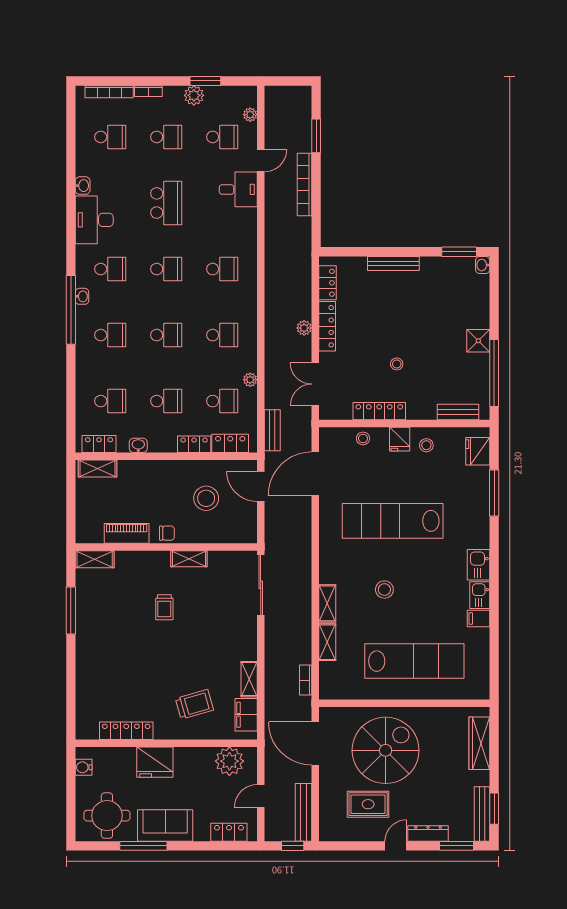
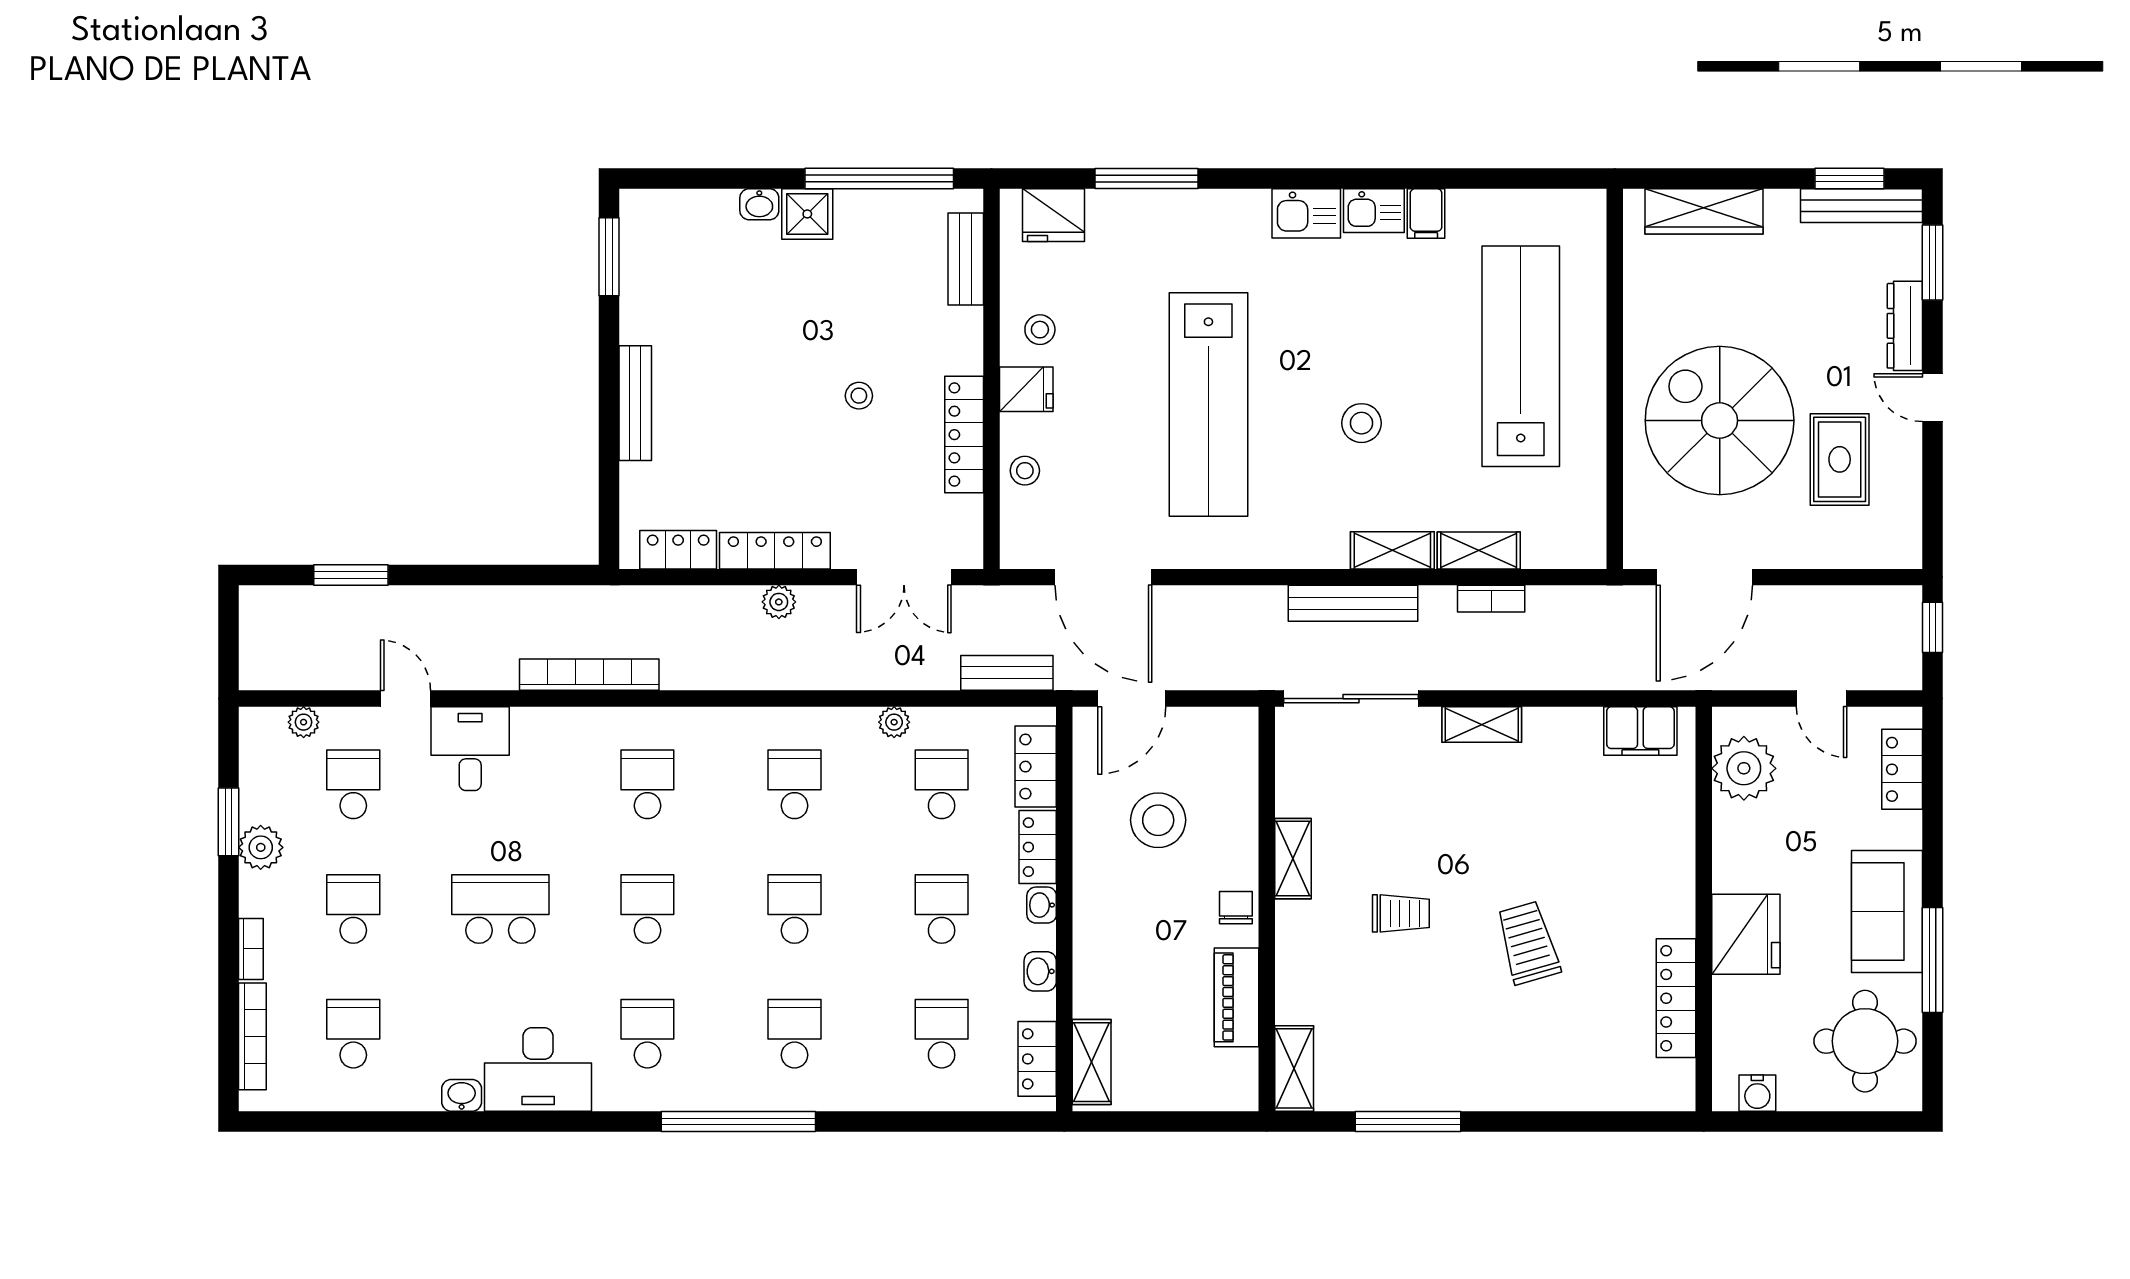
bookcase: (305, 184) -> (589, 675), moved, turned 180
washbasin: (483, 265) -> (759, 204), moved
washbasin: (82, 296) -> (1042, 905), moved, turned -90
shelving: (249, 679) -> (1482, 725), moved
bookcase: (306, 680) -> (1491, 599), moved
trolley: (195, 704) -> (1528, 943), moved
bench: (303, 812) -> (1353, 603), moved

